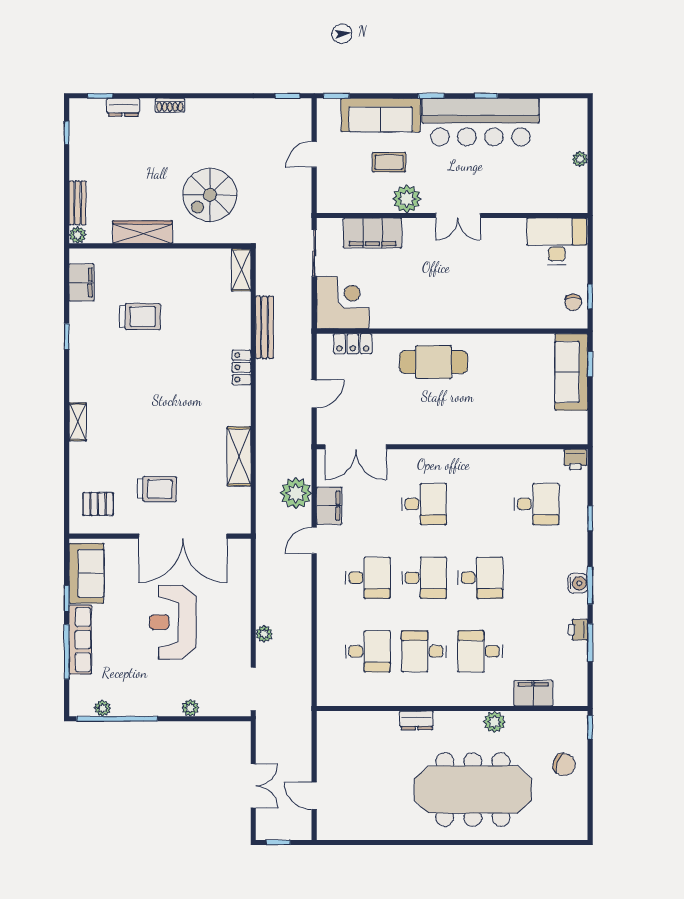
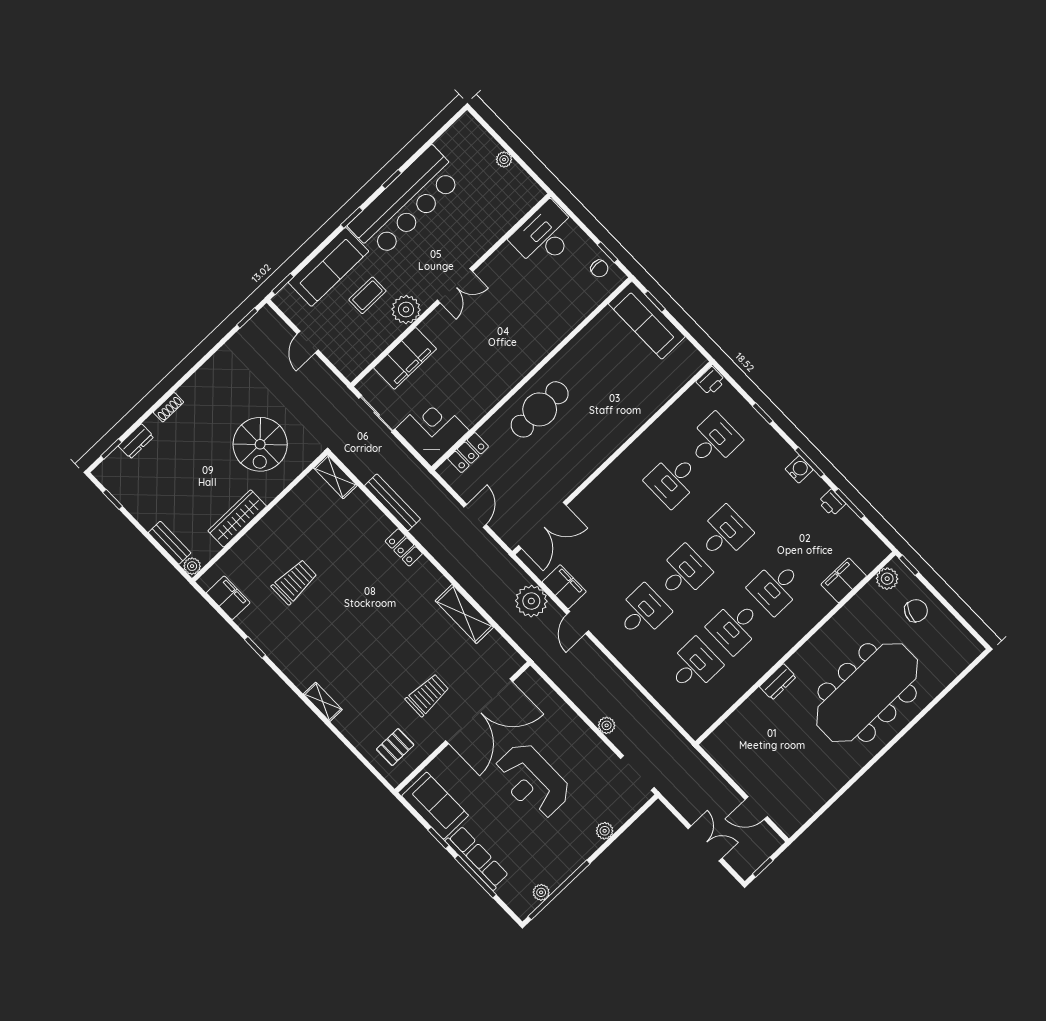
desk: (424, 504) -> (673, 480), moved, turned 180
plant: (494, 722) -> (887, 579), moved

